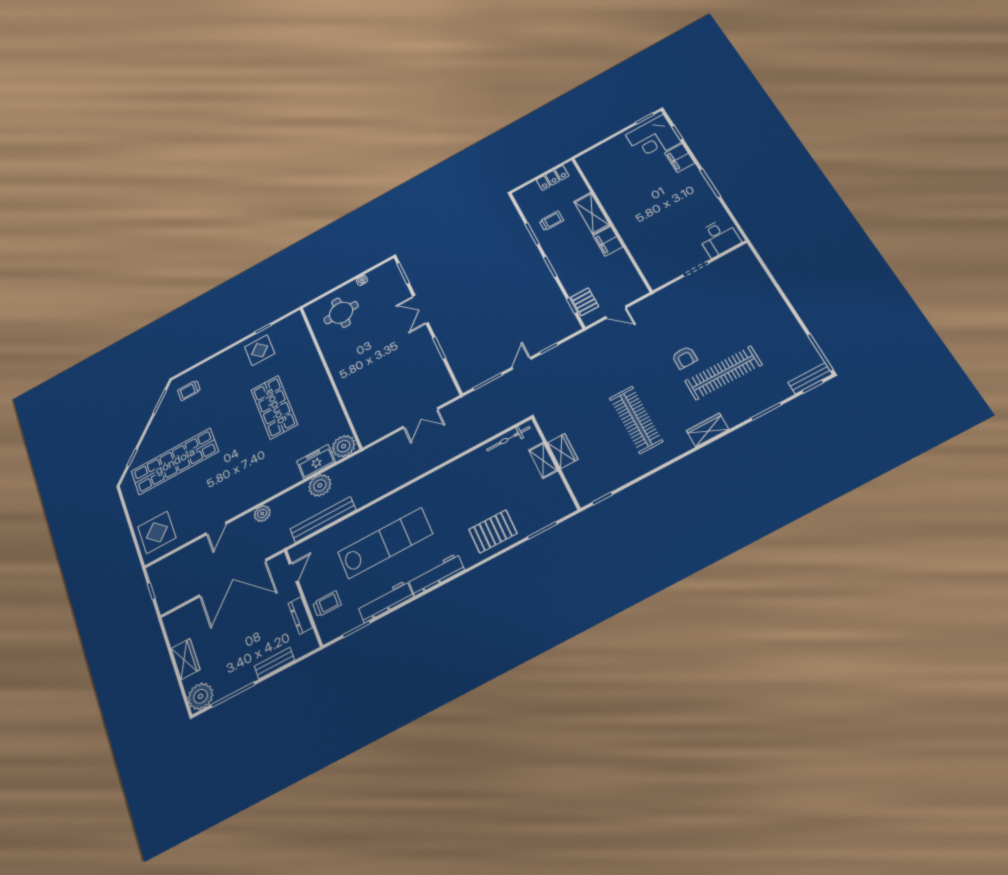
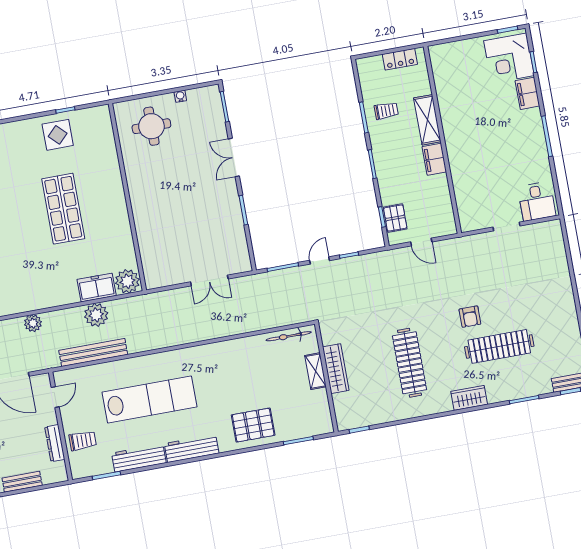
wardrobe: (563, 451) -> (336, 369), width x1.50

